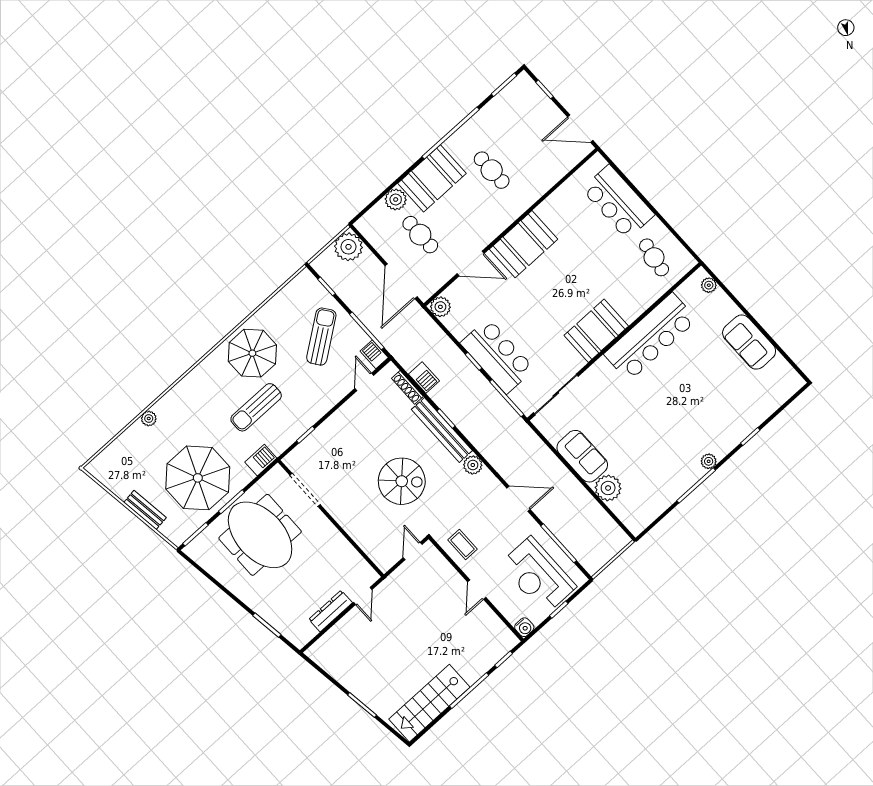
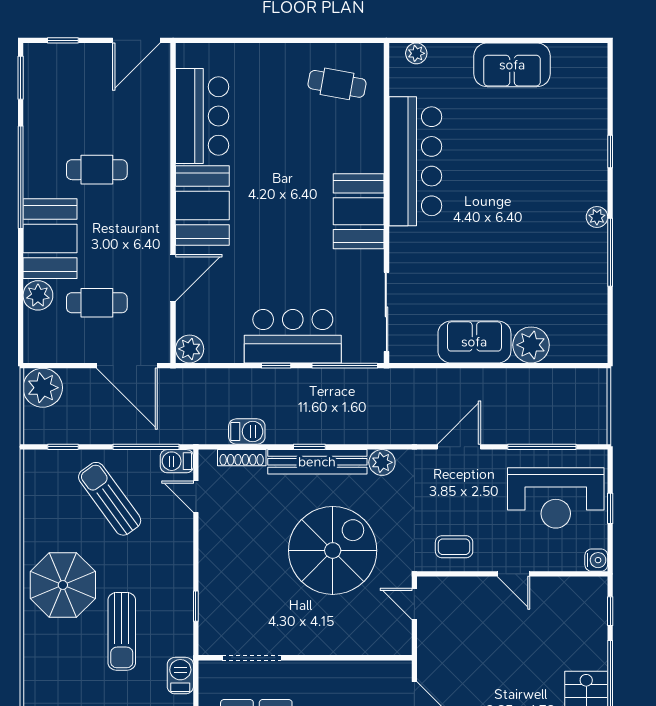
bar counter: (618, 202) -> (202, 116), moved, turned -90
spiral stairs: (402, 481) -> (333, 550), width x1.37, depth x1.37

